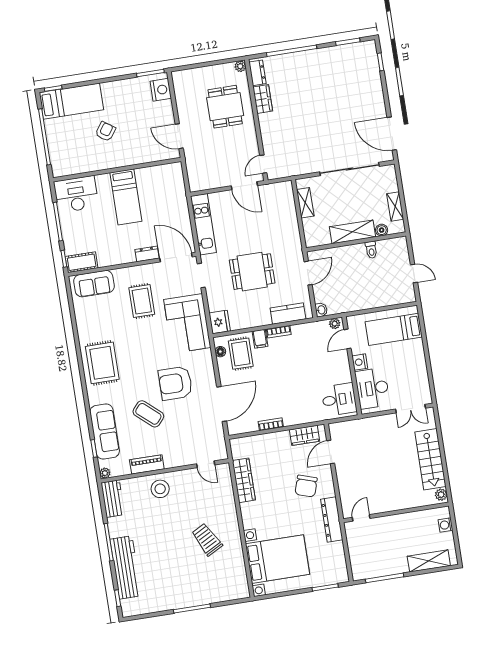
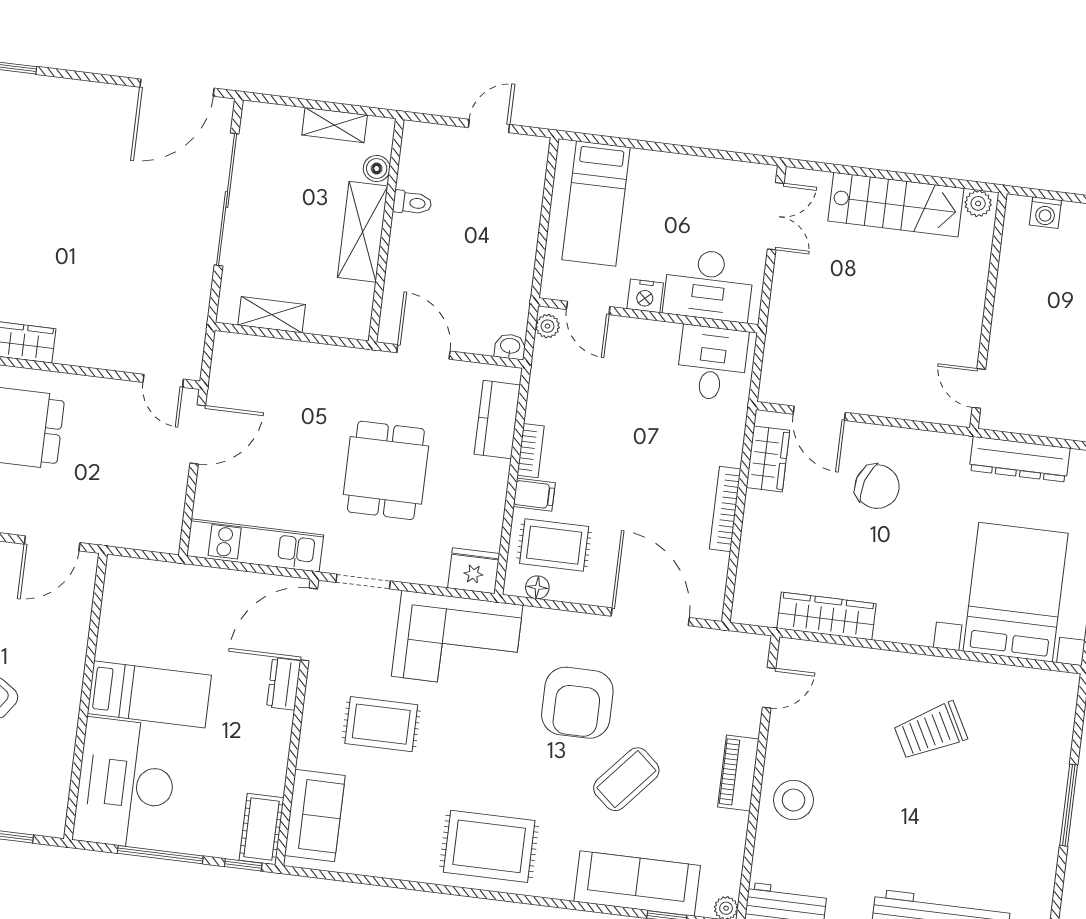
desk: (76, 194) -> (126, 784), width x1.36, depth x1.30
bookcase: (271, 424) -> (725, 509), width x1.56
piano: (147, 464) -> (738, 773), moved
dresser: (332, 519) -> (1020, 459), moved

